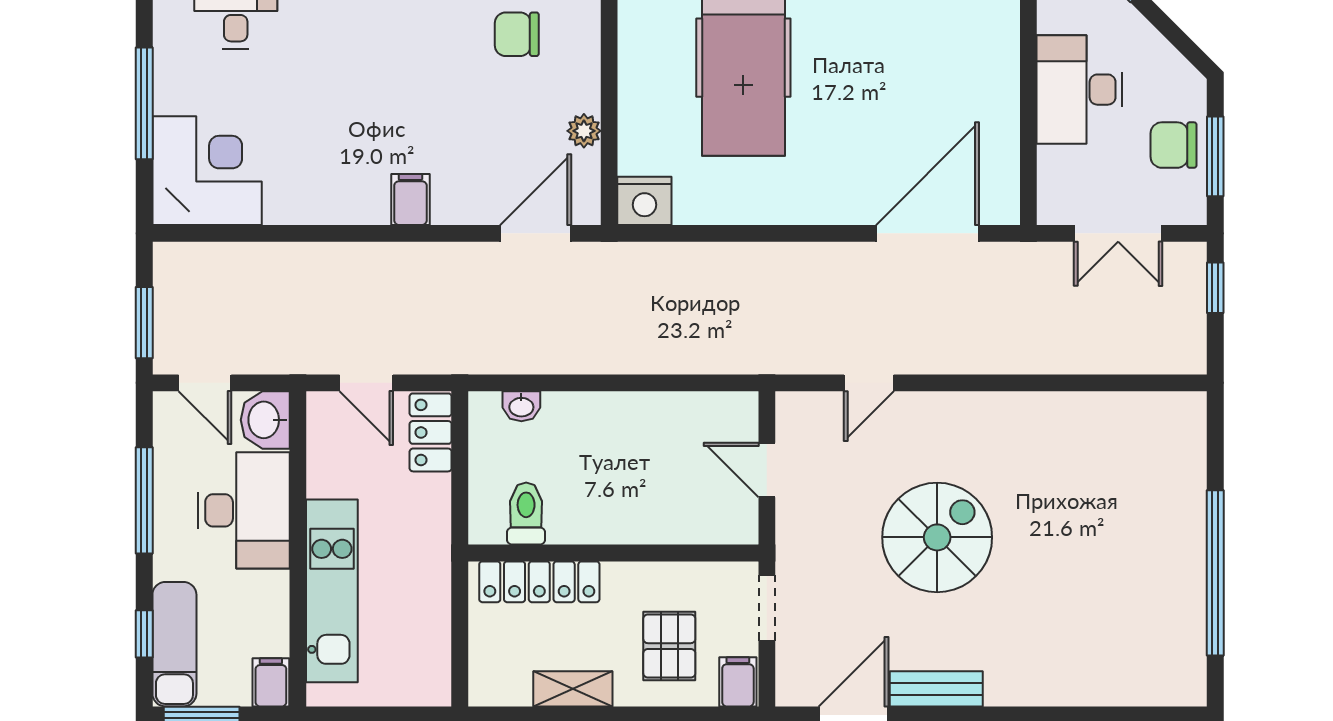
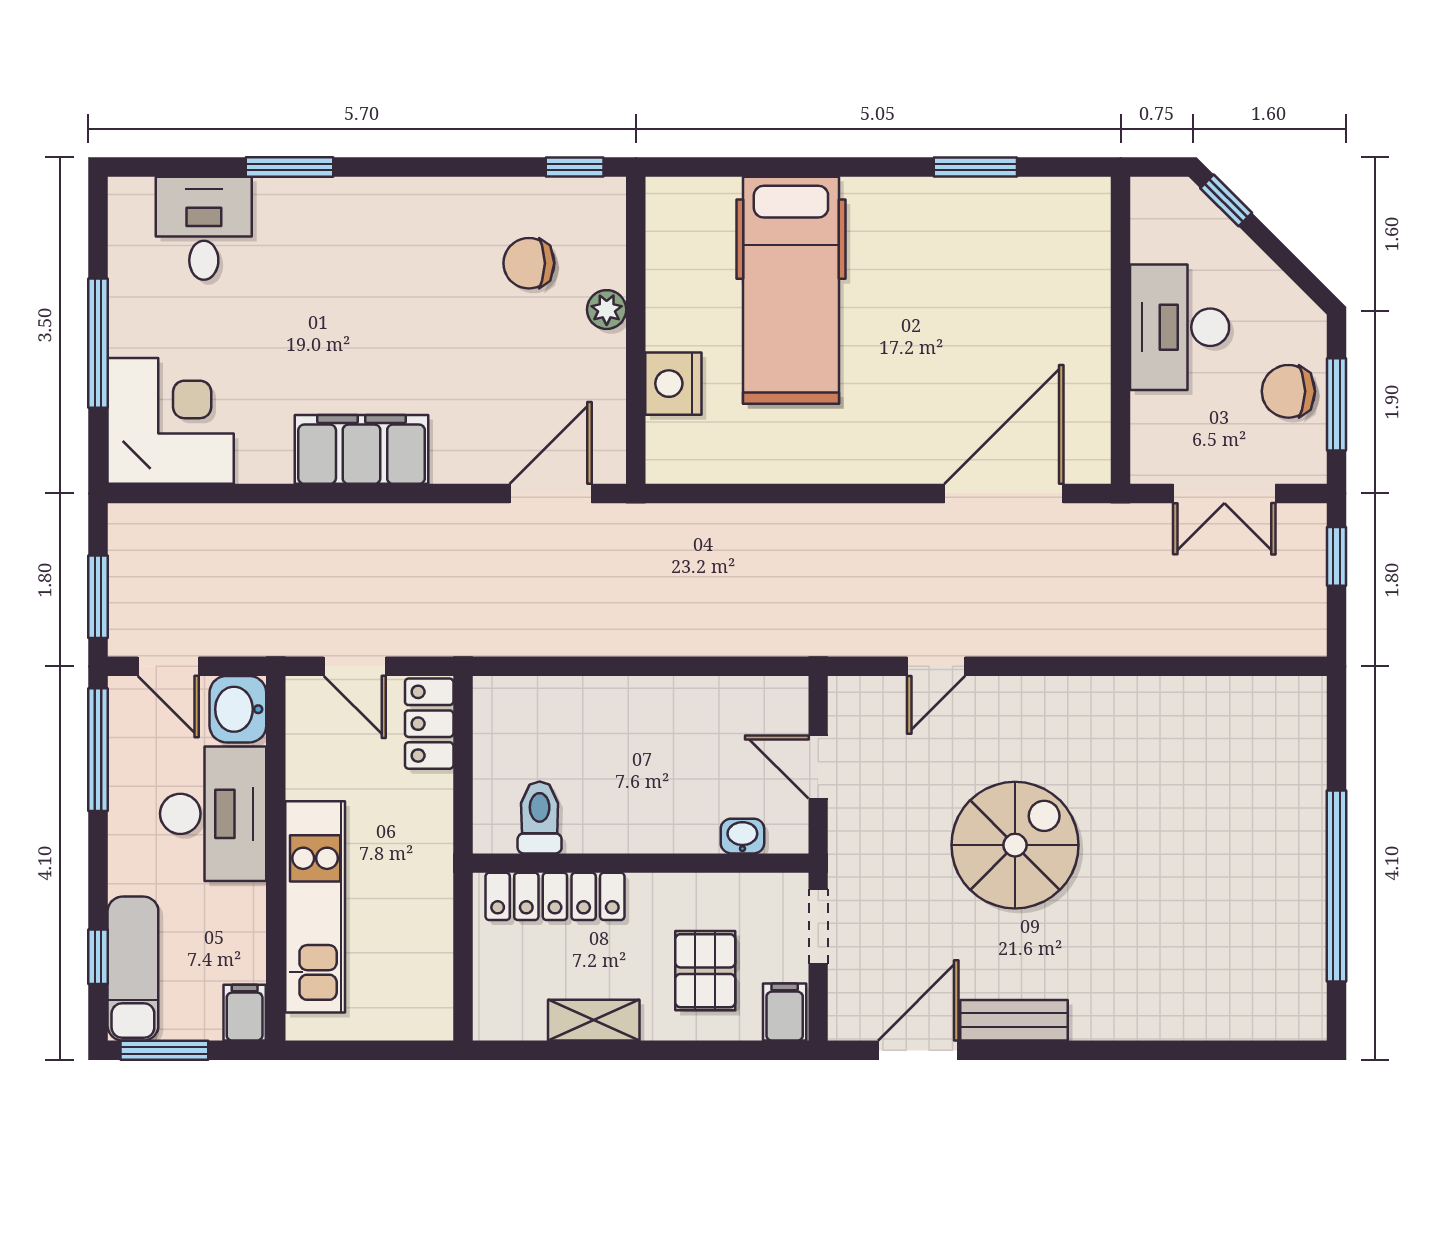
plant: (584, 131) -> (607, 310), moved
filing cabinet: (410, 199) -> (362, 449), width x3.00, depth x1.17
nightstand: (644, 201) -> (673, 384), moved, turned 90
washbasin: (521, 406) -> (742, 836), moved, turned 180
window: (144, 500) -> (98, 750), moved

